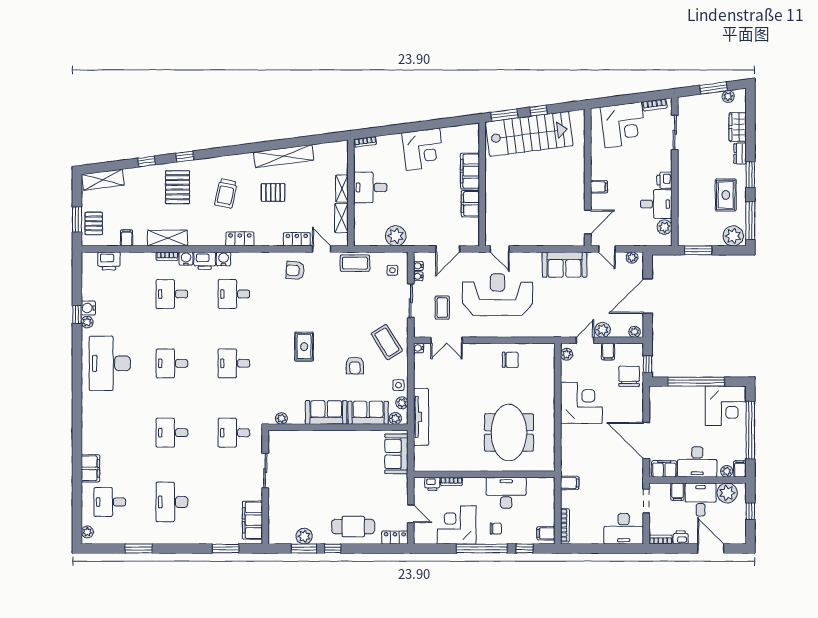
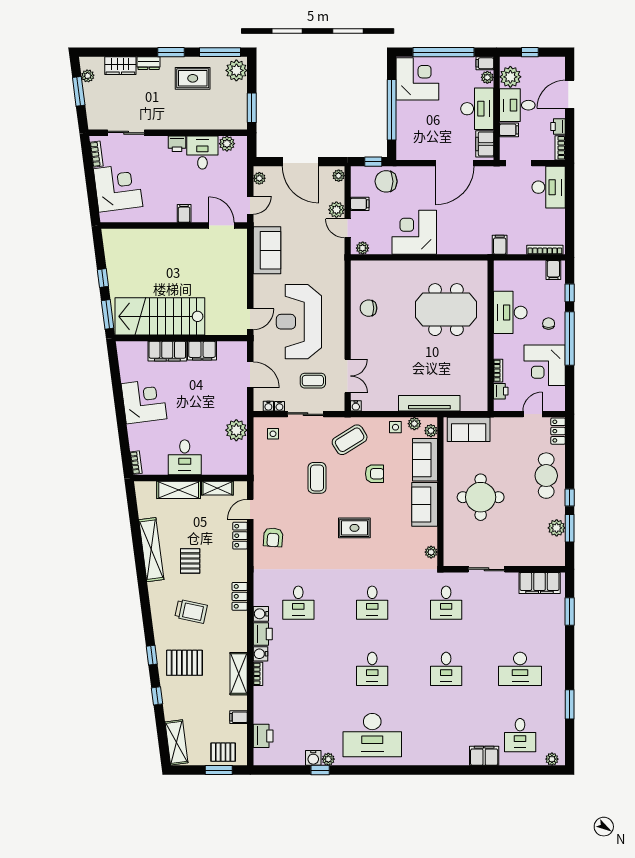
stairs: (529, 134) -> (160, 316), moved, turned -83
shelving: (342, 189) -> (179, 490), width x1.50, depth x1.33
coffee table: (355, 263) -> (317, 478), moved
desk: (172, 294) -> (298, 669), removed
chair: (510, 360) -> (368, 308), turned -90
round table: (333, 465) -> (481, 497), added

